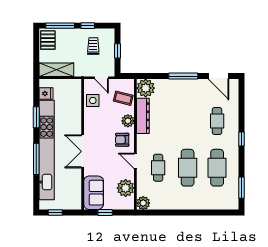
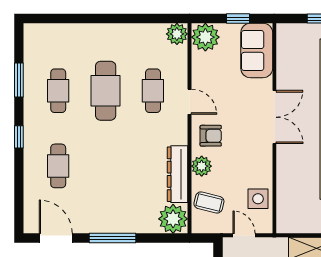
cafe table: (217, 168) -> (58, 91), width x0.73, depth x0.74
plant: (126, 188) -> (205, 37), moved
window: (241, 188) -> (19, 80), moved

